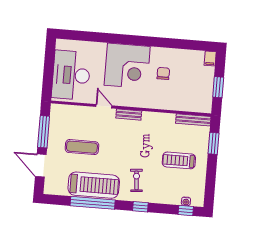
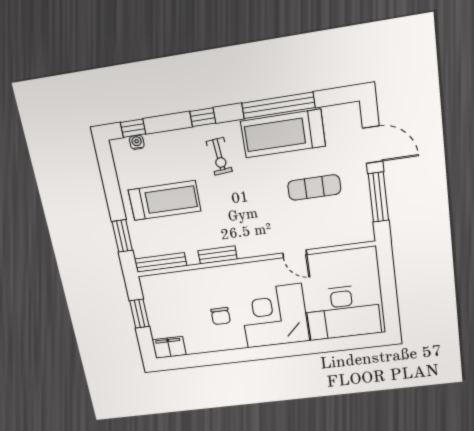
filing cabinet: (210, 59) -> (169, 347), width x2.00
desk: (71, 75) -> (343, 312), moved, turned 90
bench: (129, 114) -> (218, 255), moved
treadmill: (179, 160) -> (165, 201), width x1.37, depth x1.37

